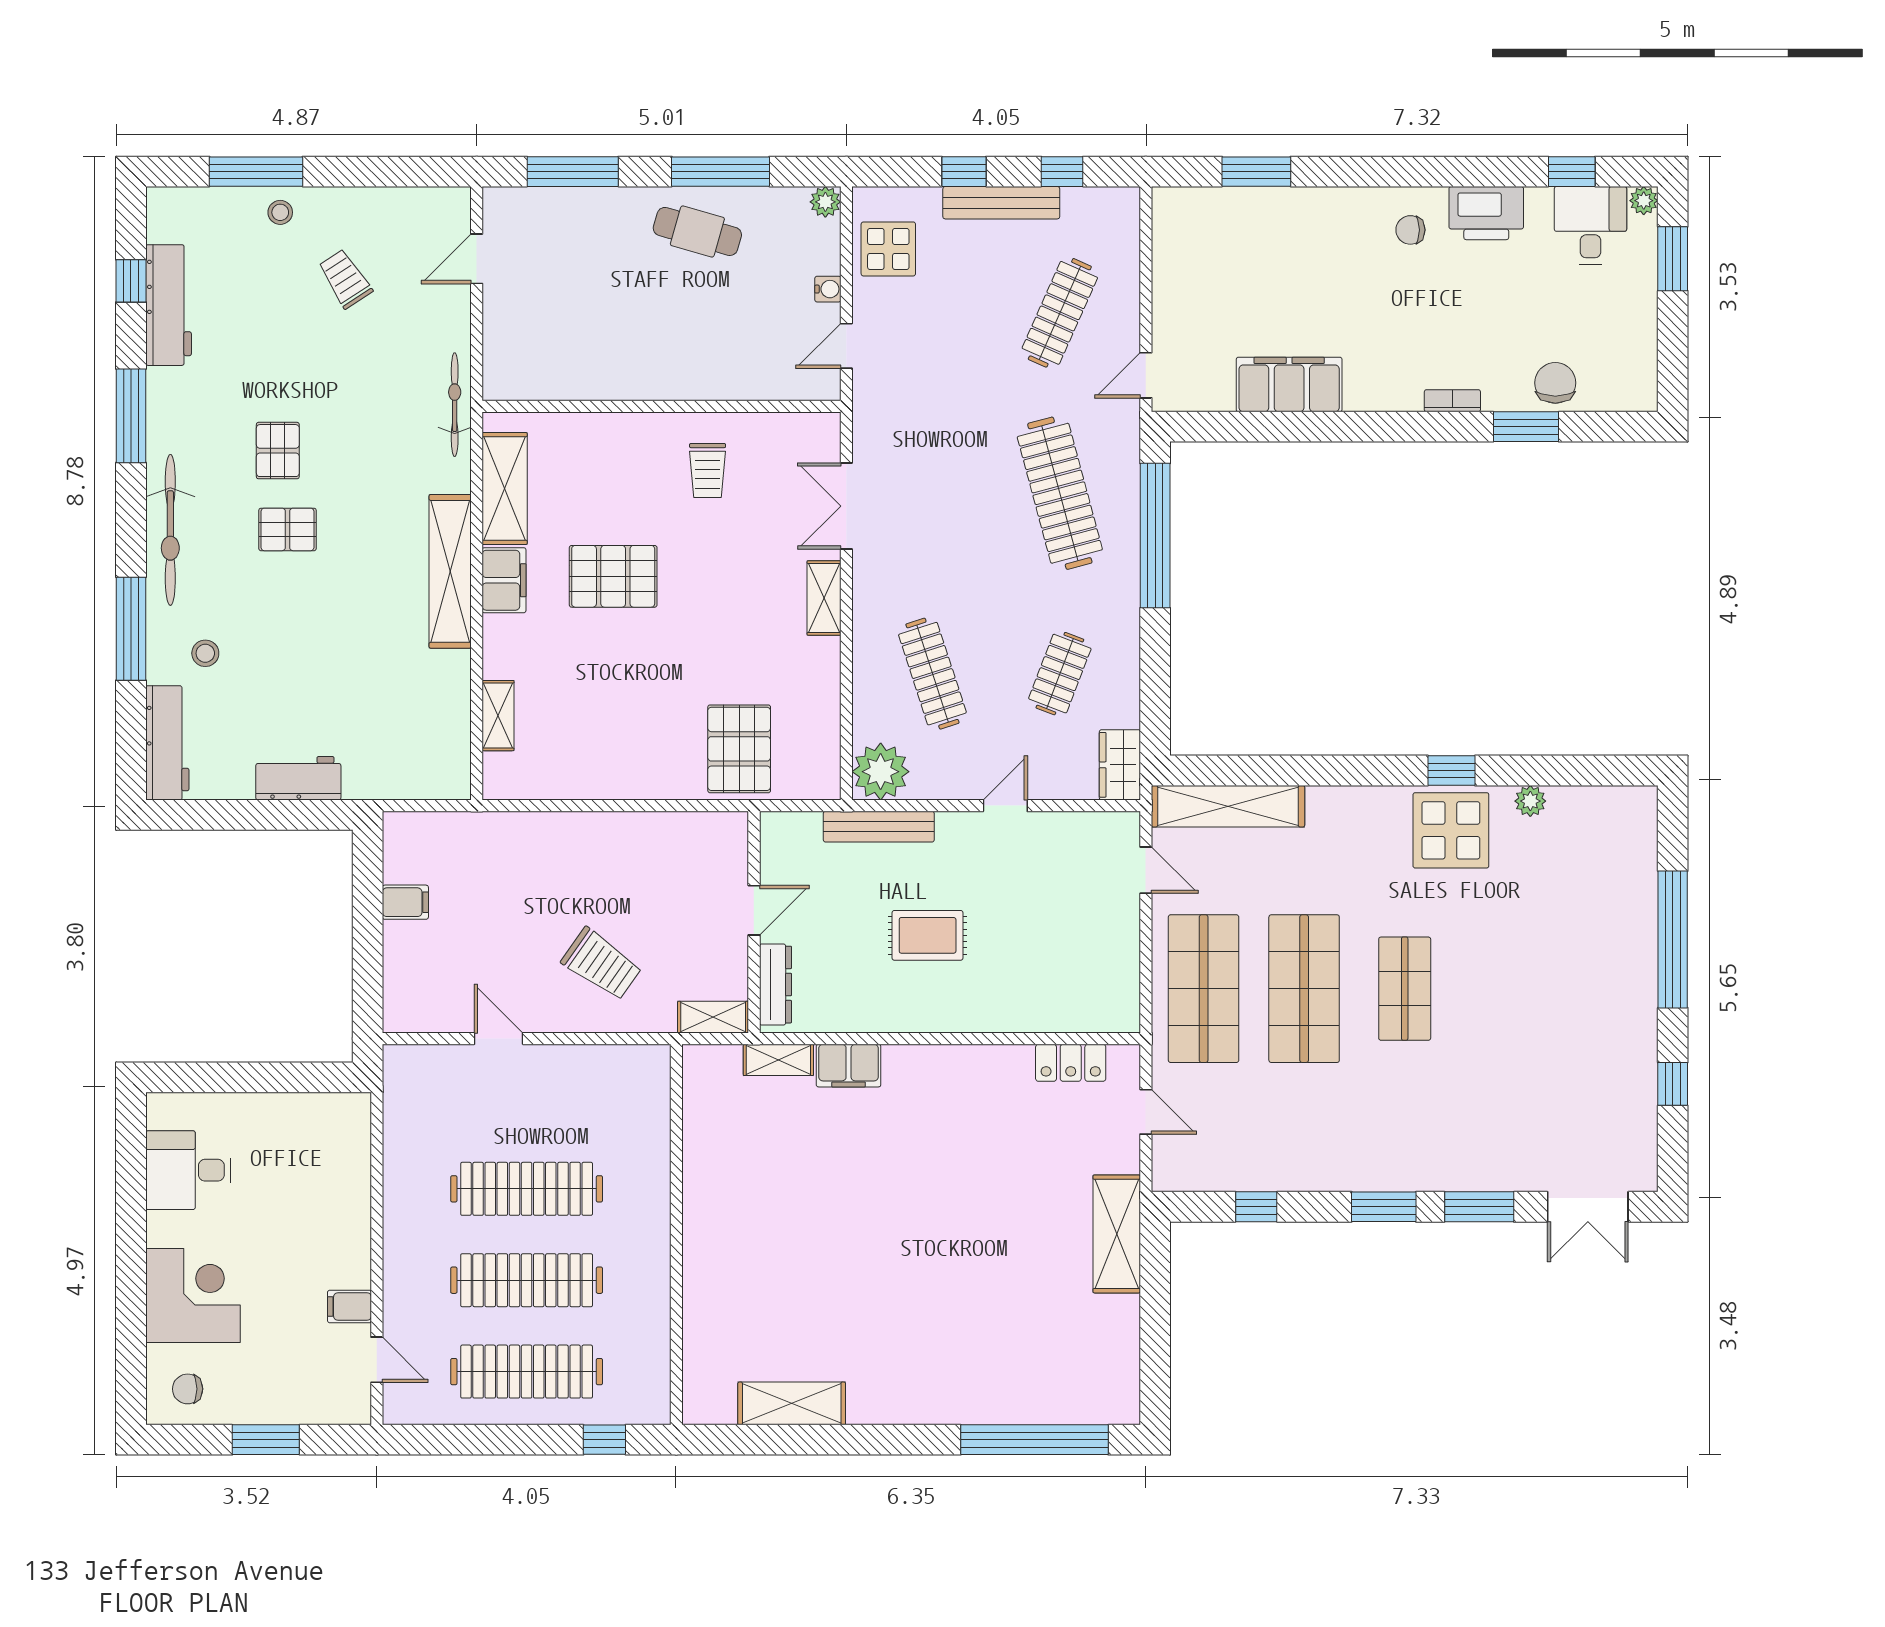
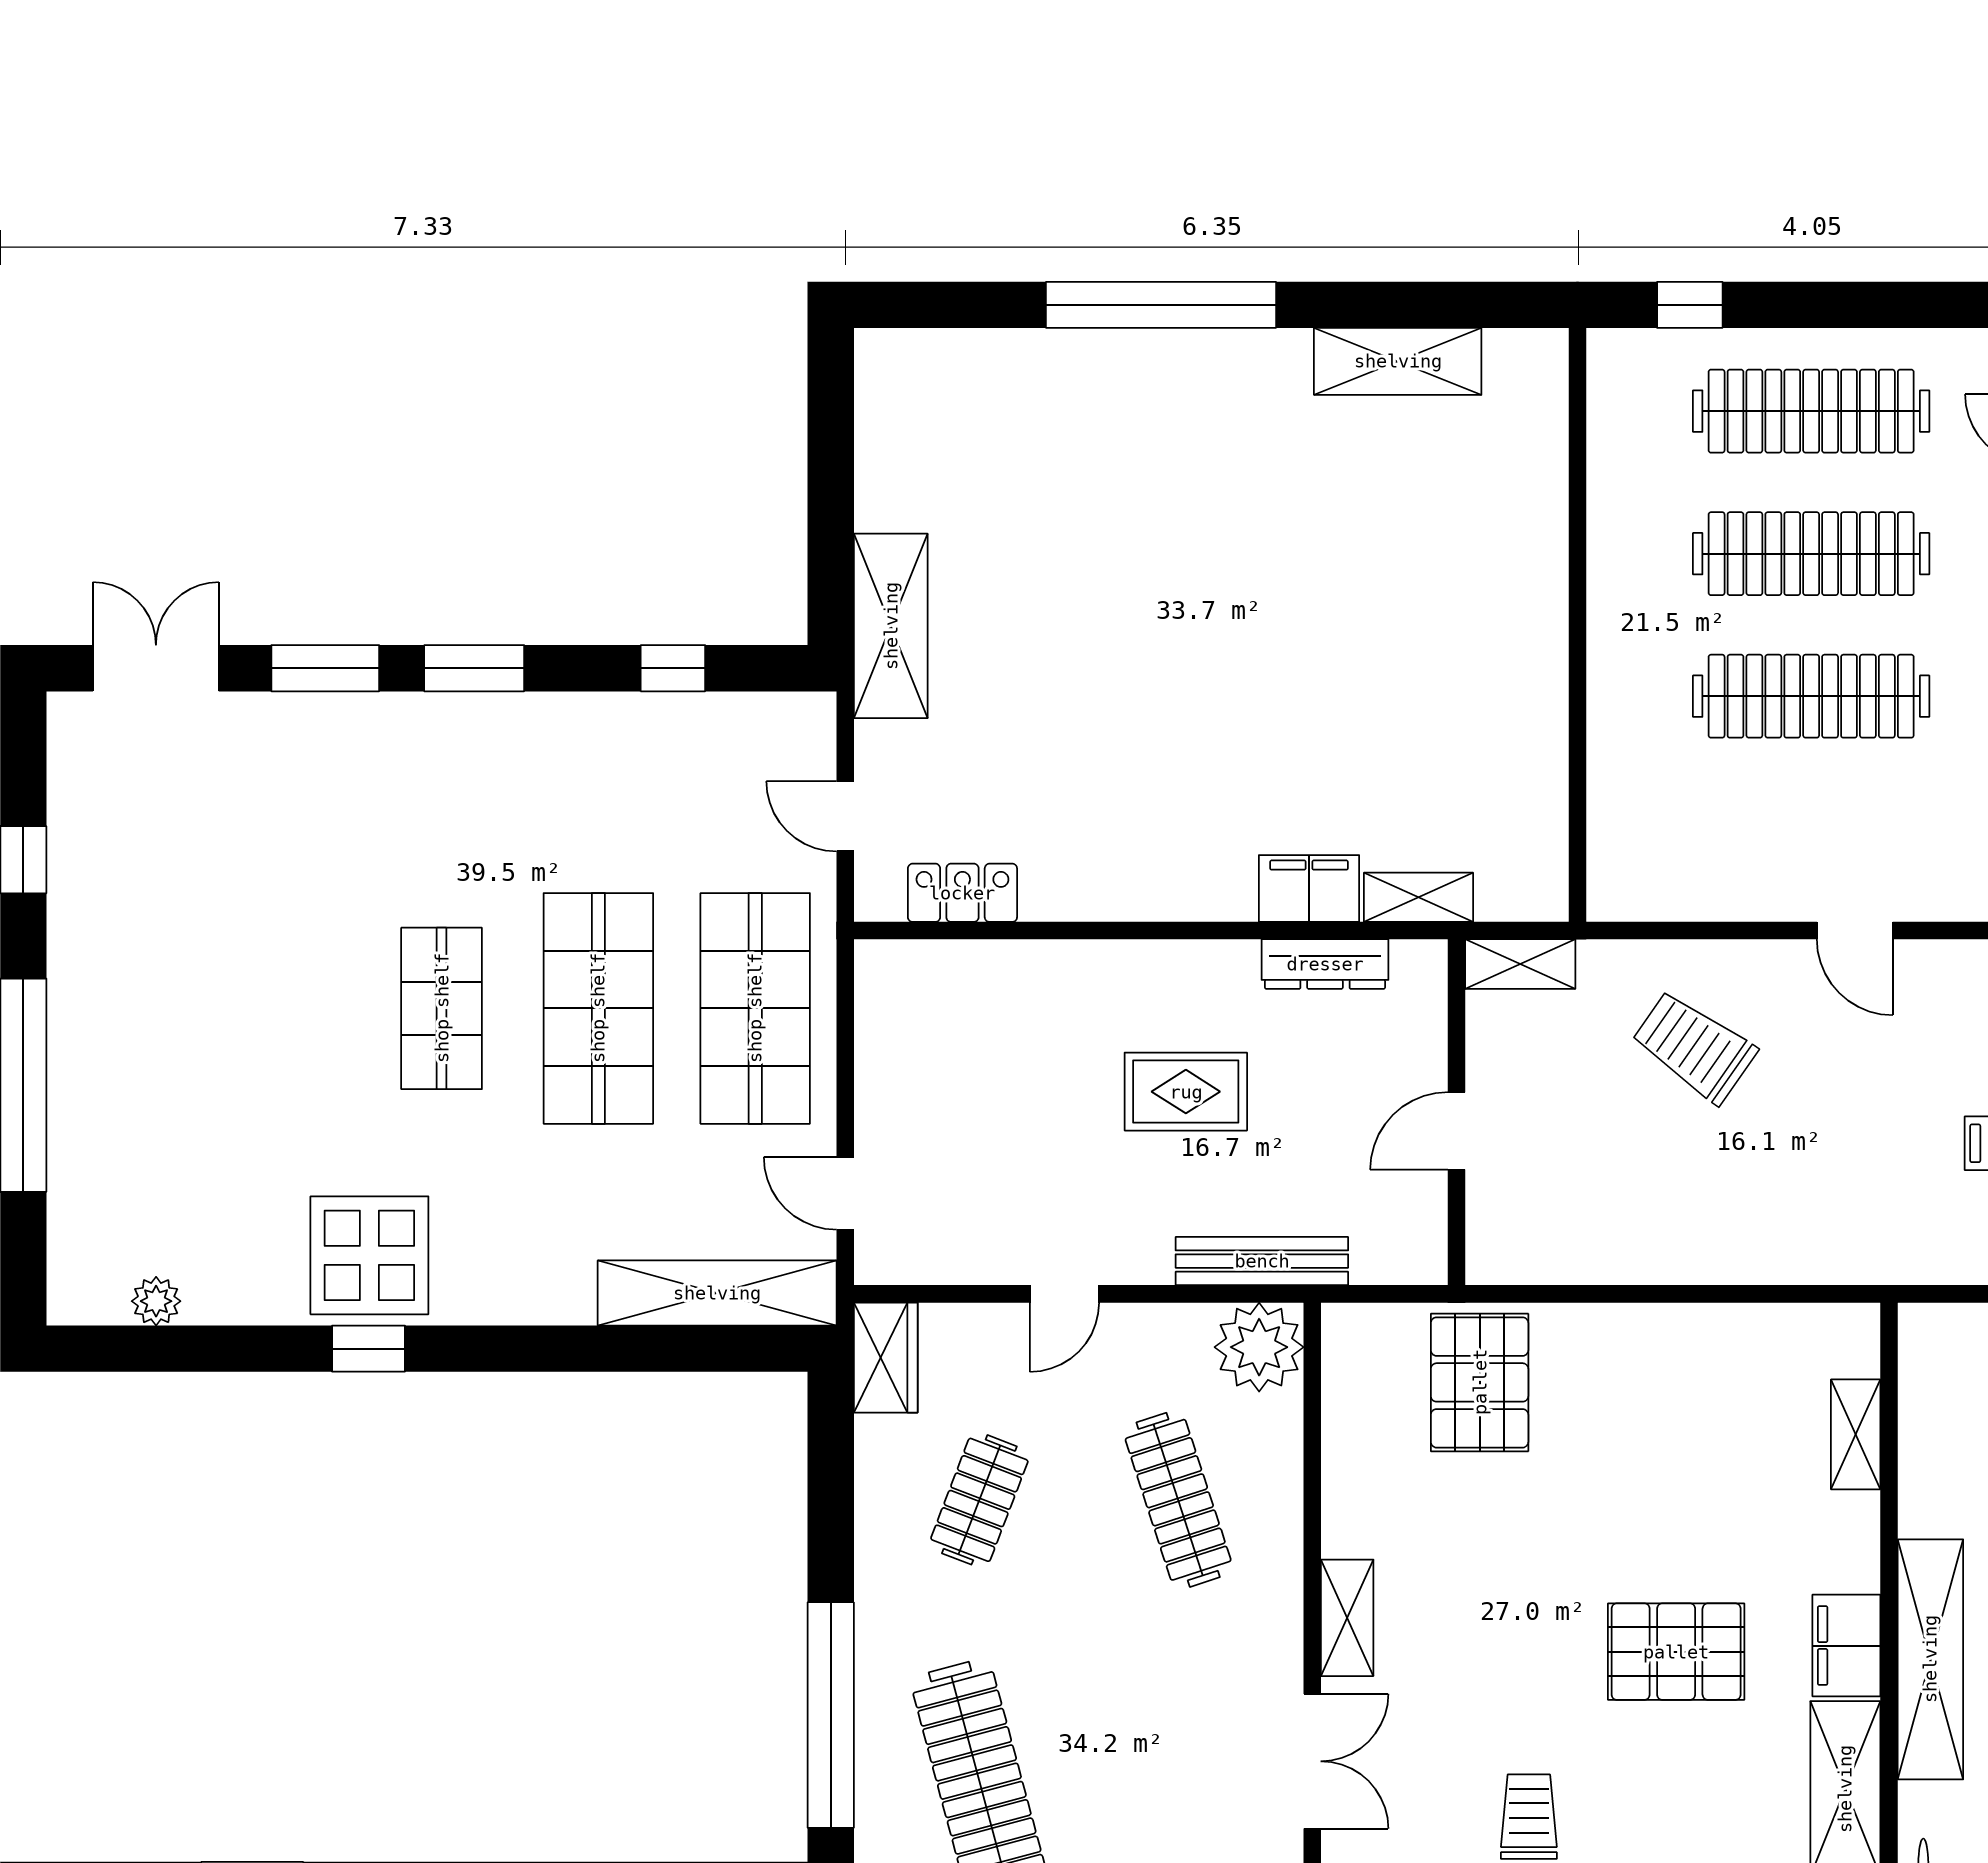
plant: (1530, 801) -> (156, 1301), moved
dresser: (775, 985) -> (1325, 964), moved, turned -90
window: (1034, 1440) -> (1161, 305), moved

